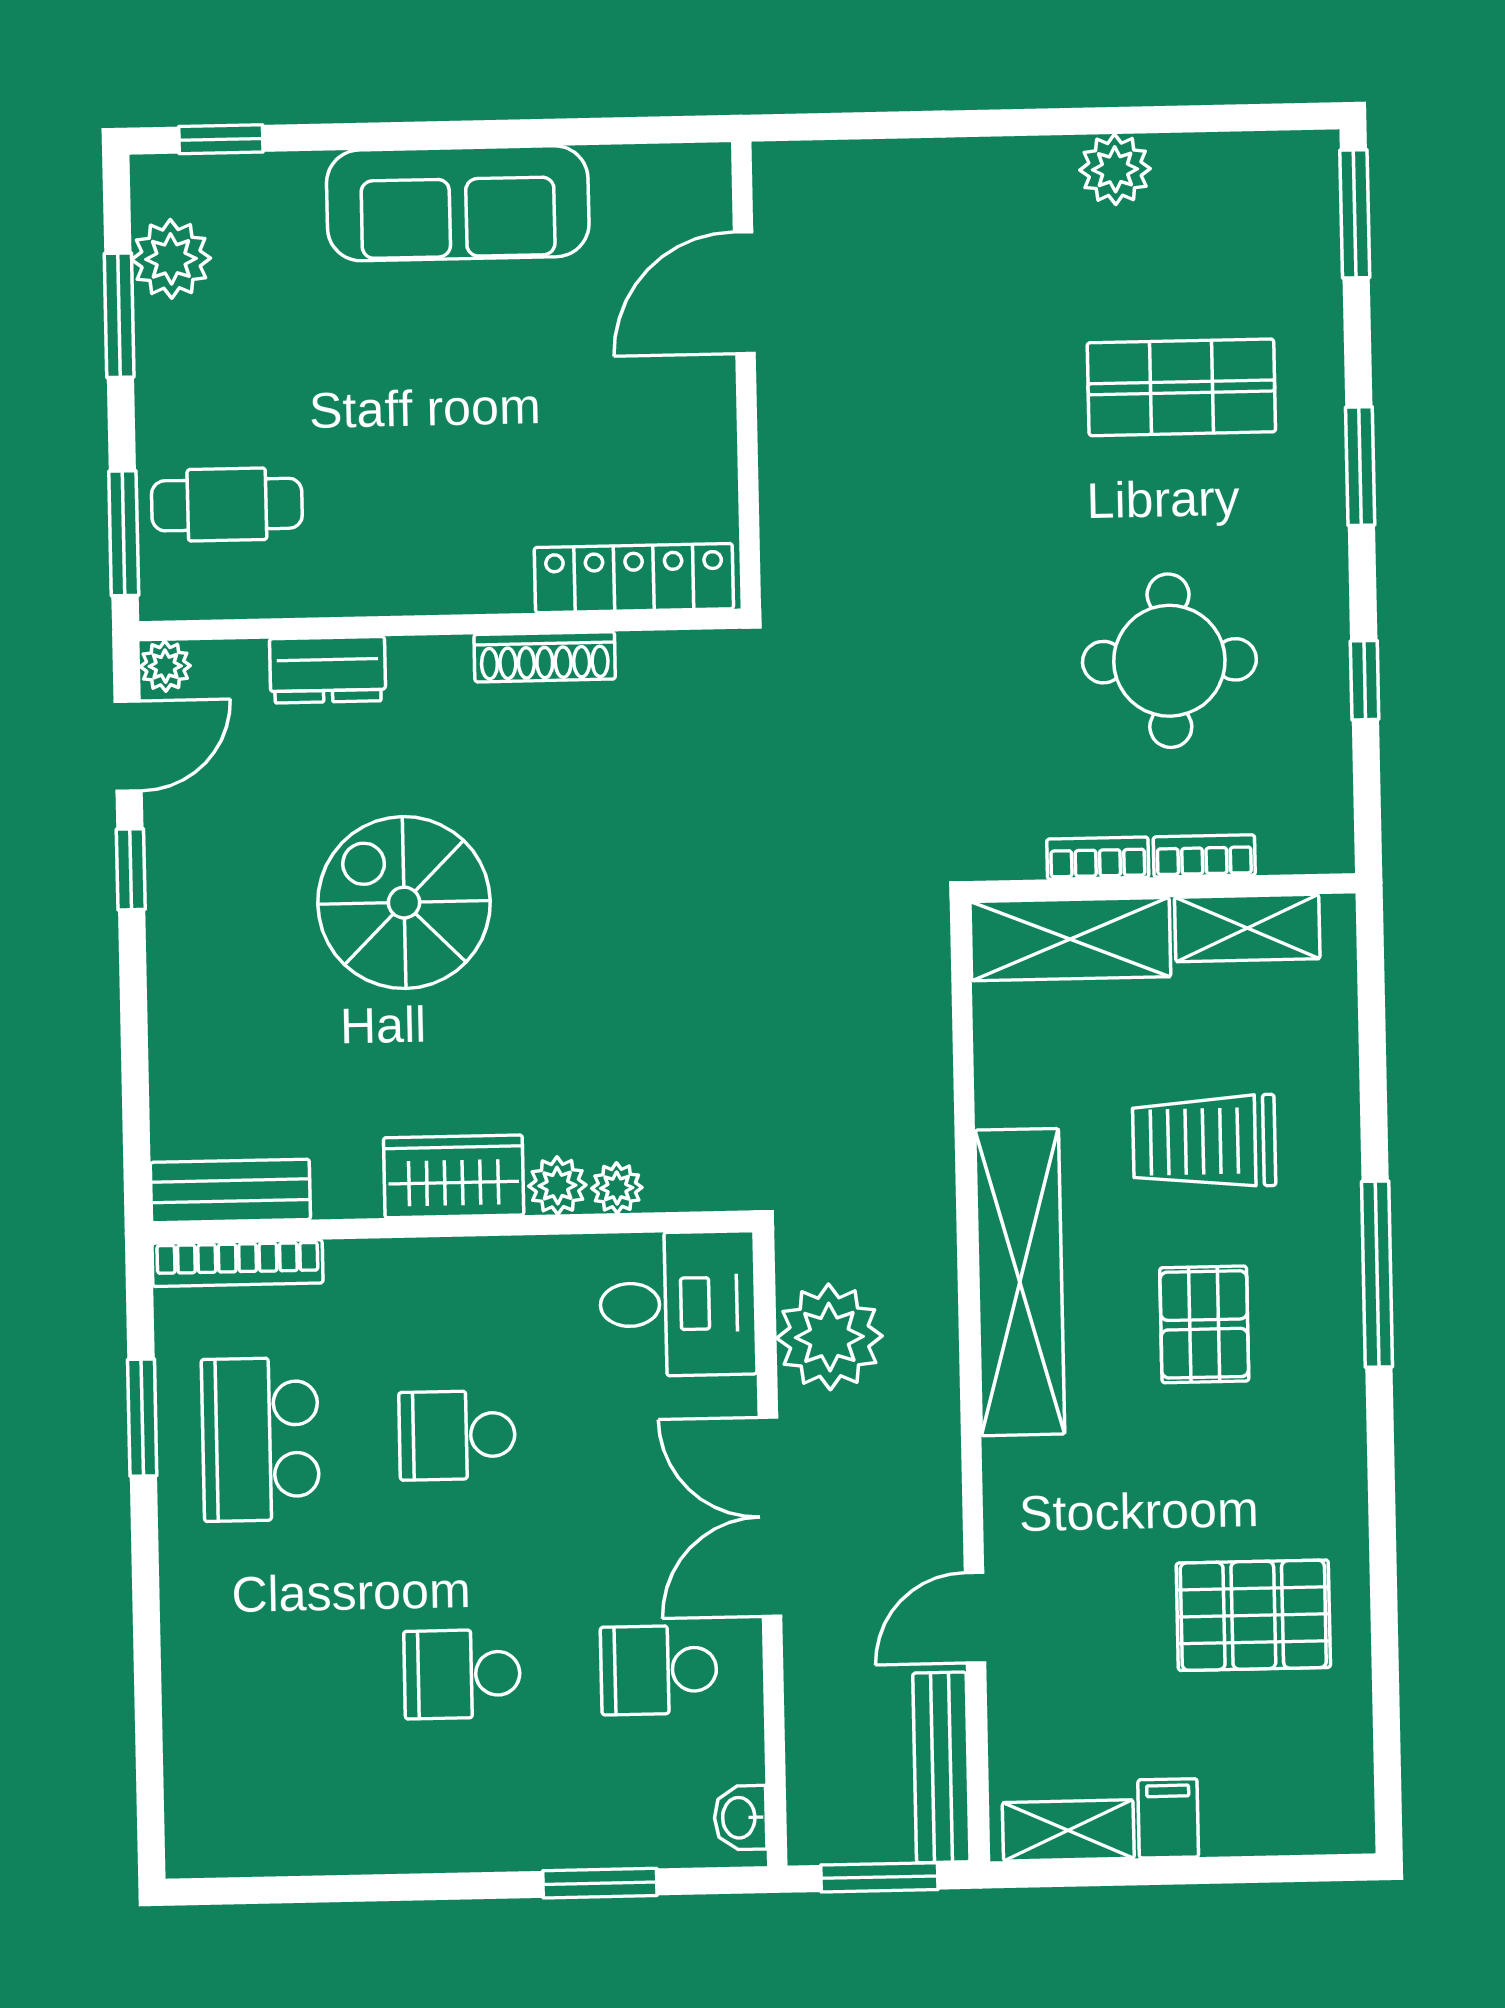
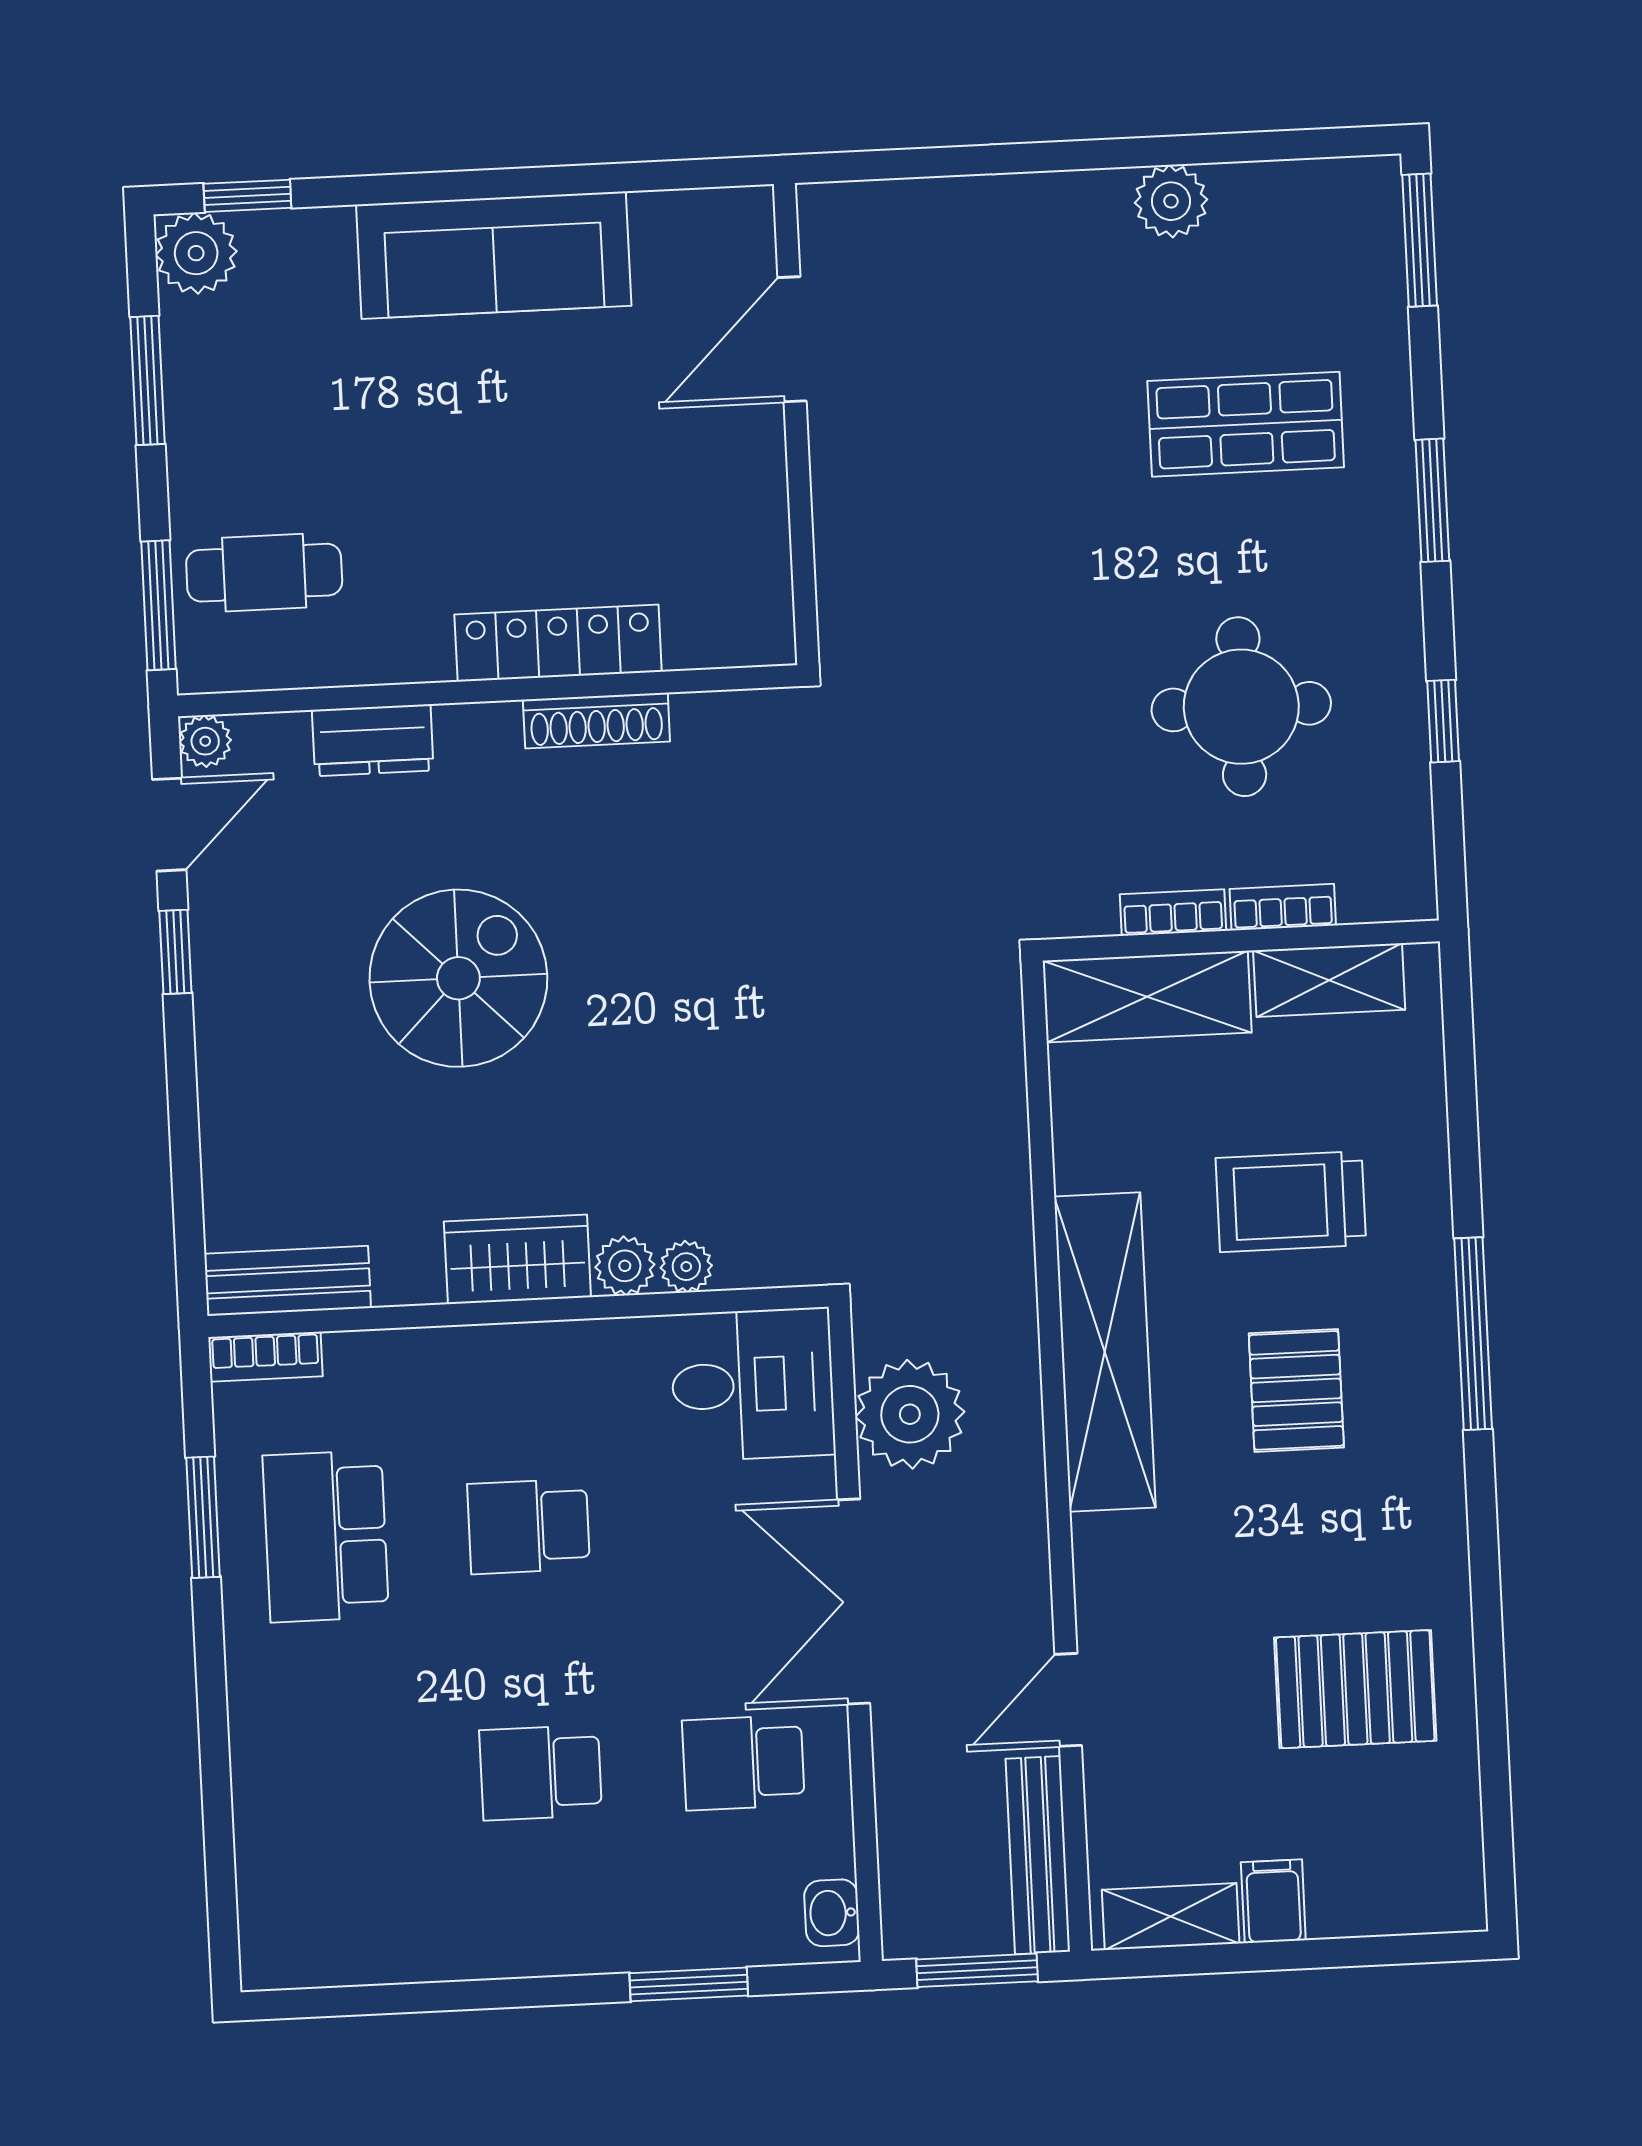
plant: (171, 259) -> (196, 253), moved
locker: (634, 578) -> (558, 643), moved
spiral stairs: (404, 903) -> (458, 978), turned 90
bookcase: (237, 1263) -> (265, 1357), width x0.64

